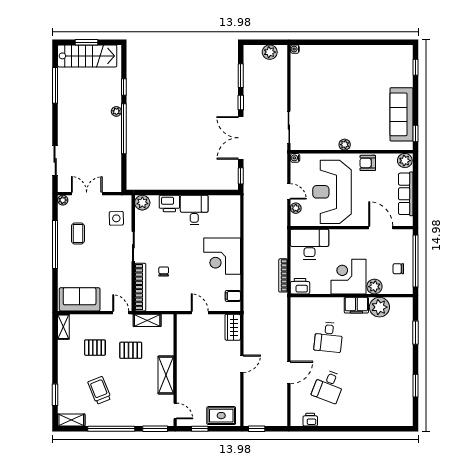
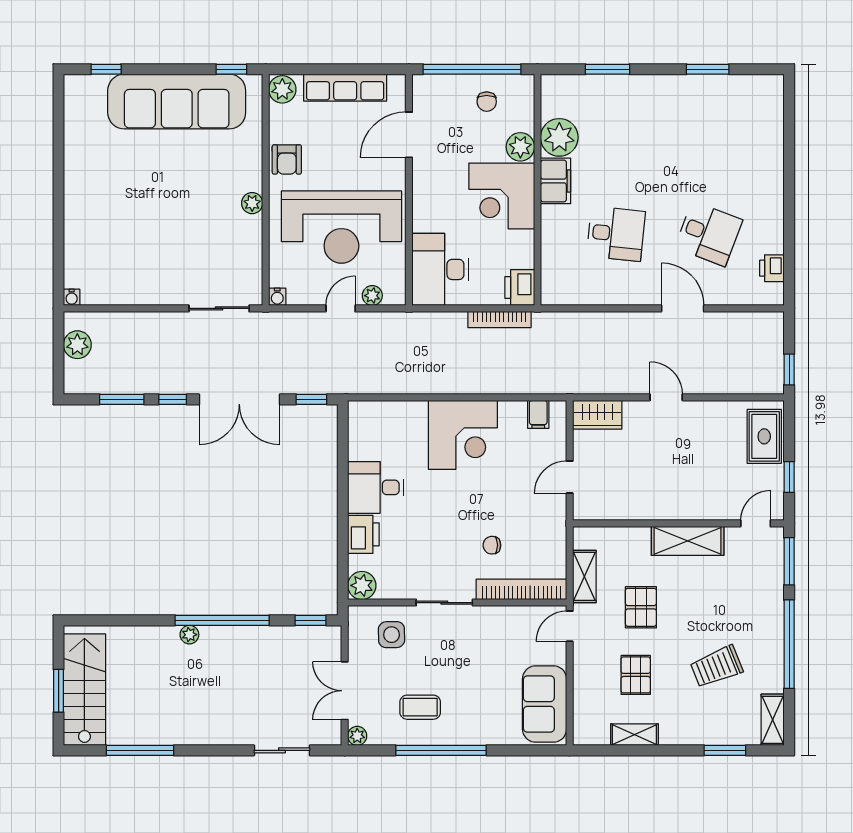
window: (124, 87) -> (311, 620), moved
sofa: (401, 114) -> (177, 102), width x1.36, depth x1.27
shelving: (63, 327) -> (634, 735), moved

